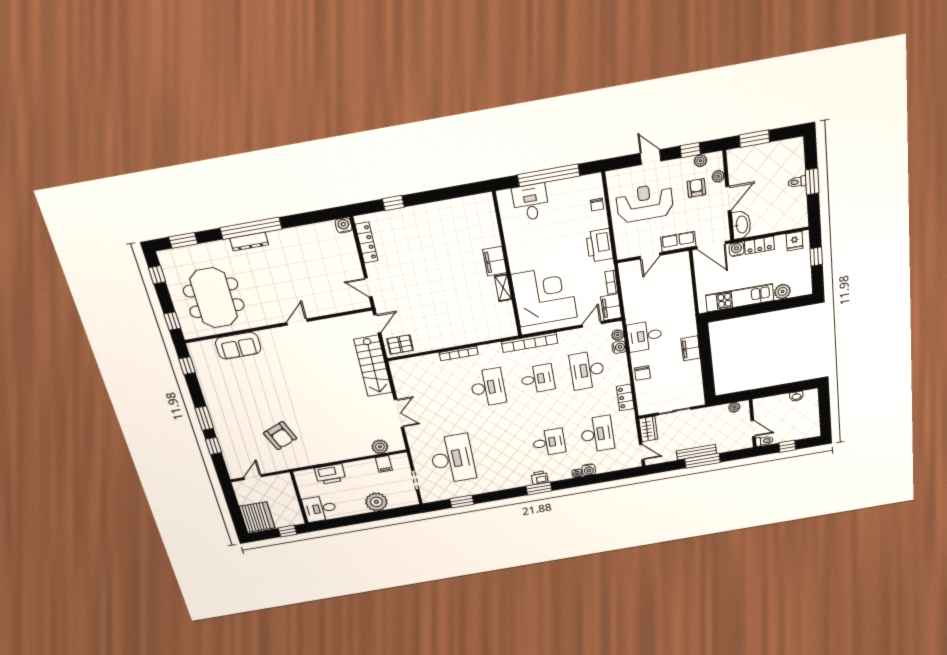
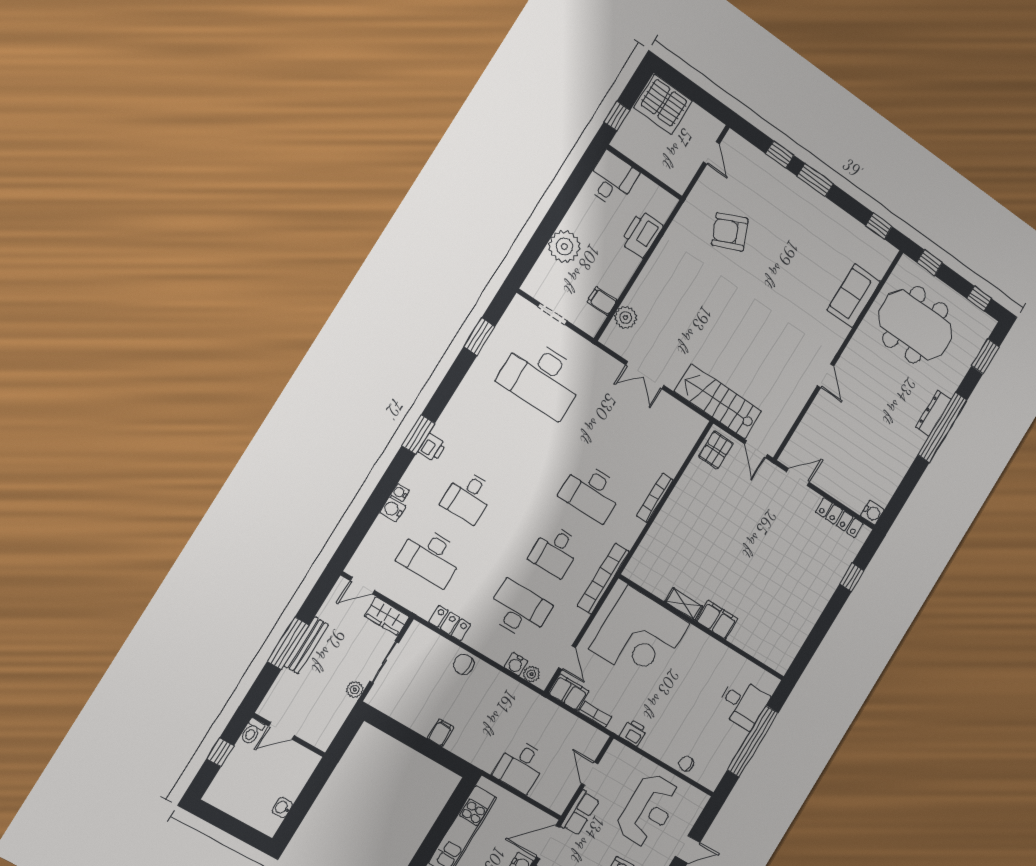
printer: (600, 245) -> (633, 733), width x0.53, depth x0.68
desk: (644, 336) -> (521, 766), moved, turned 180
filing cabinet: (691, 348) -> (440, 733), width x0.50
plant: (734, 407) -> (355, 690), moved

